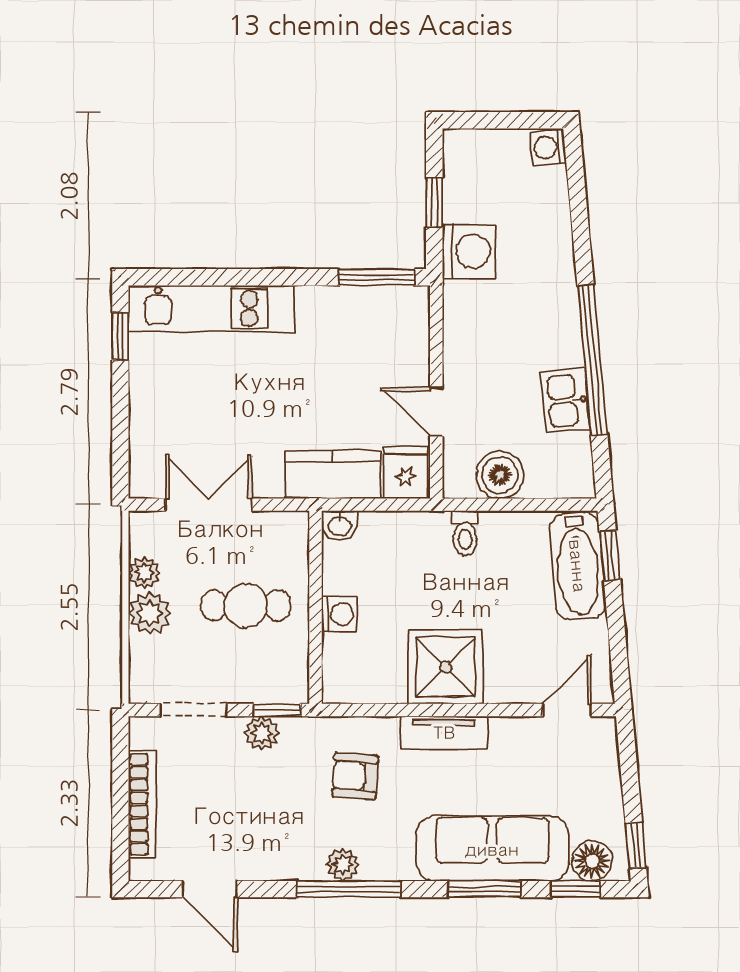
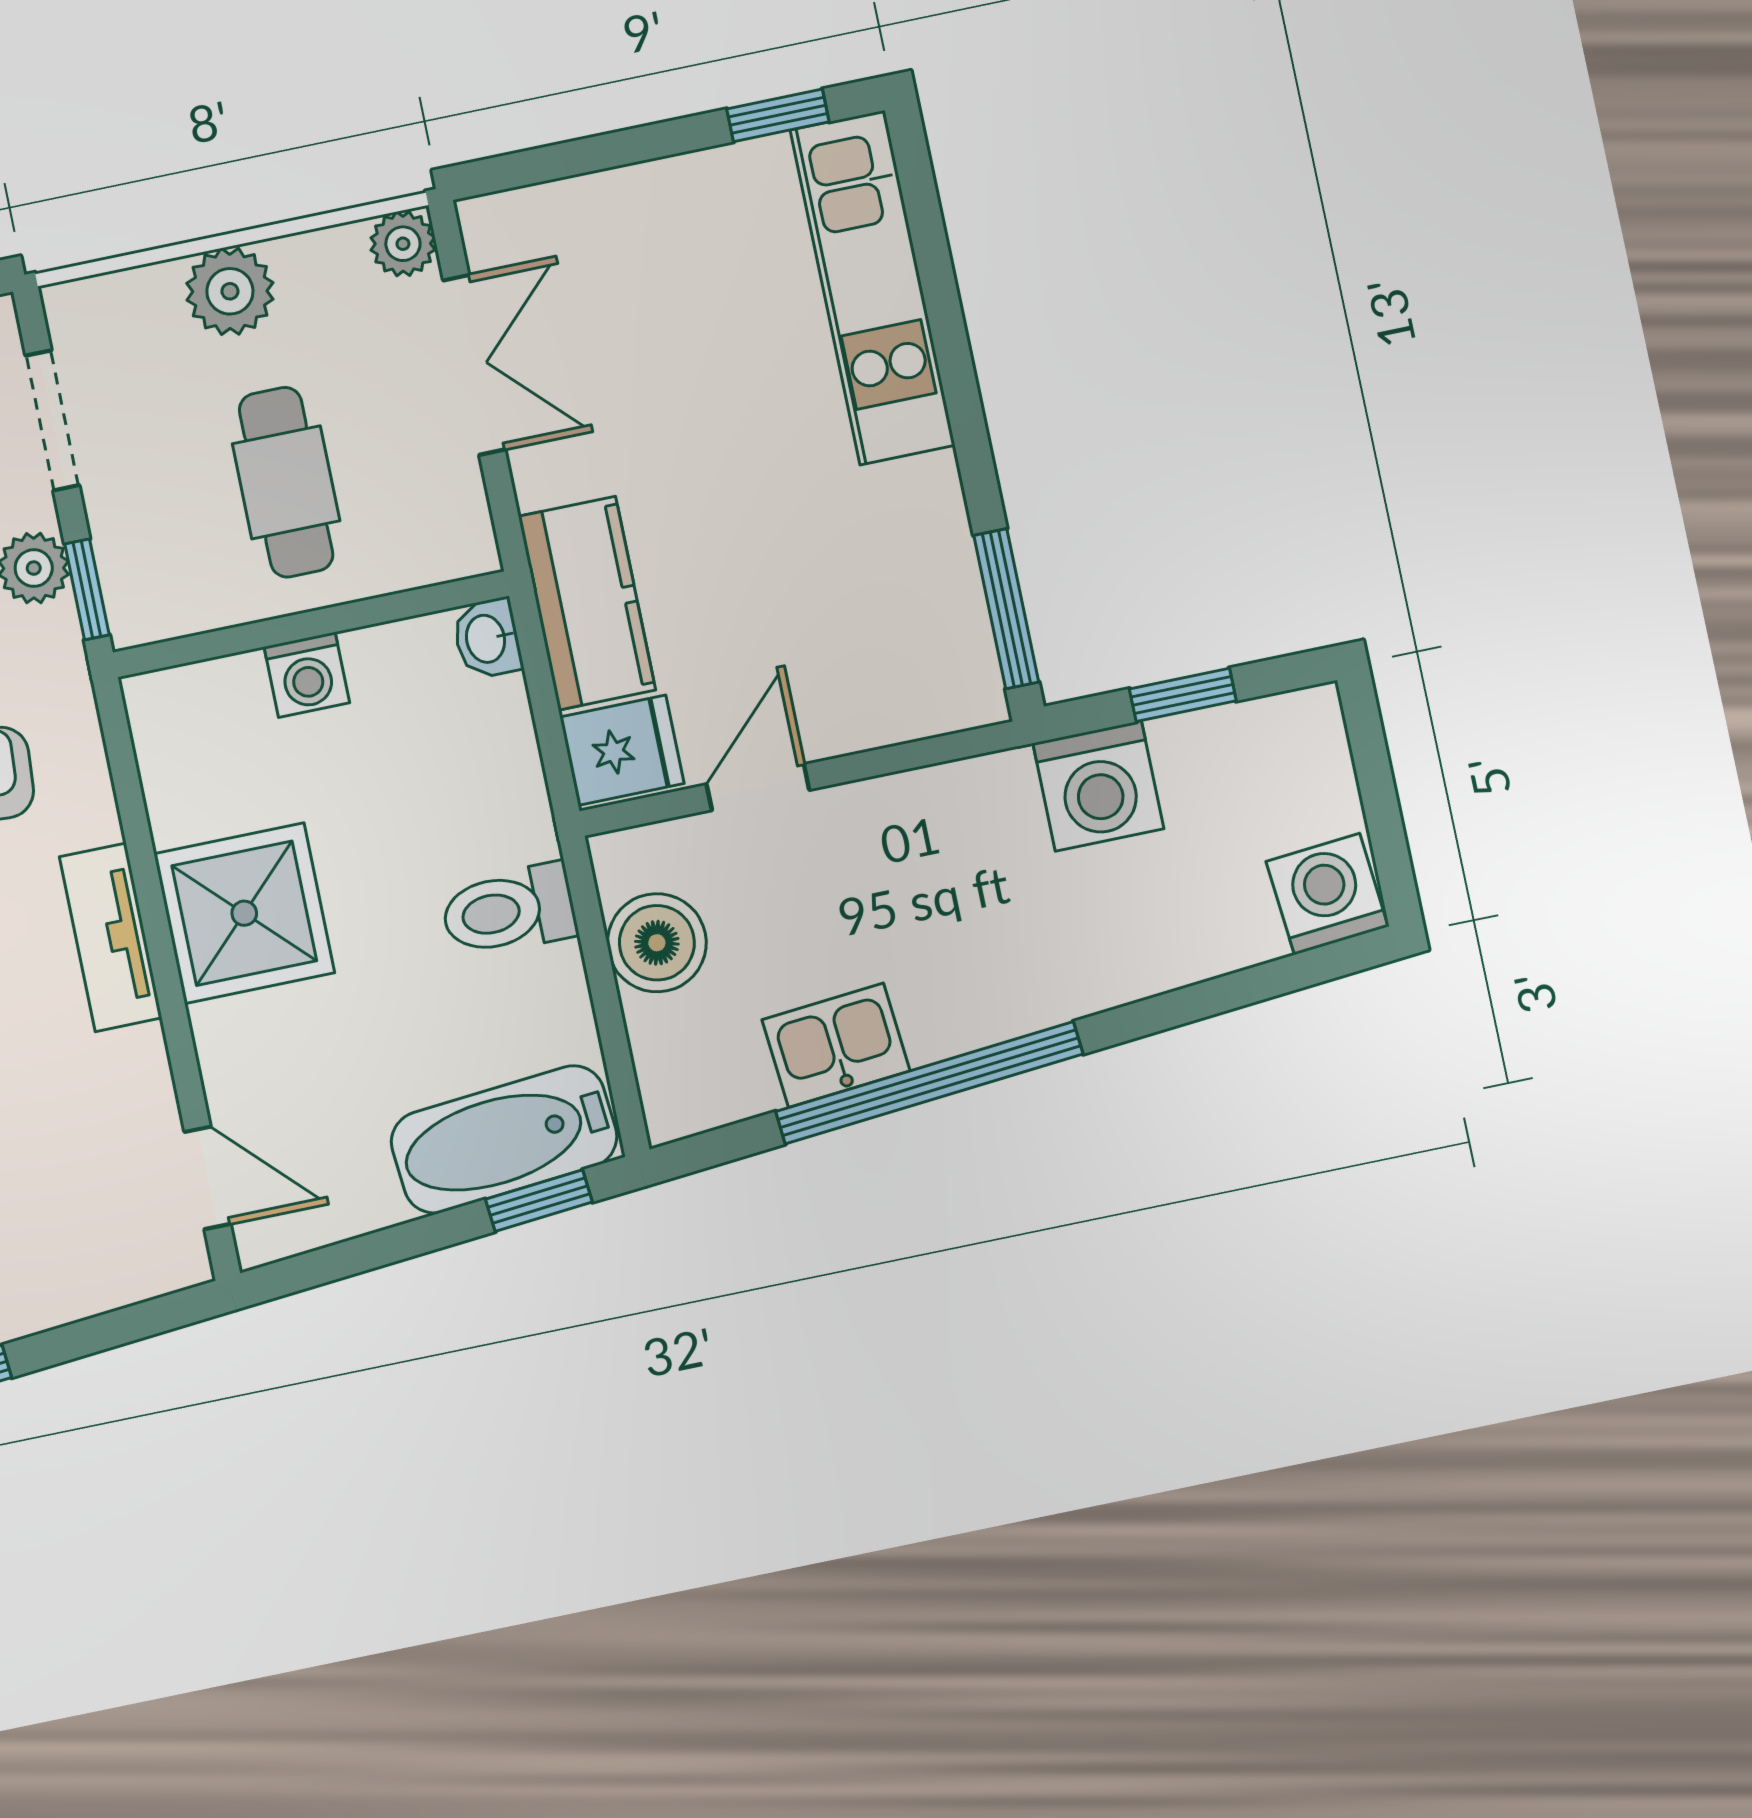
washing machine: (548, 147) -> (1327, 894), width x1.38, depth x1.38
toilet: (465, 533) -> (509, 910), width x1.37, depth x1.39
plant: (144, 573) -> (403, 244), moved

